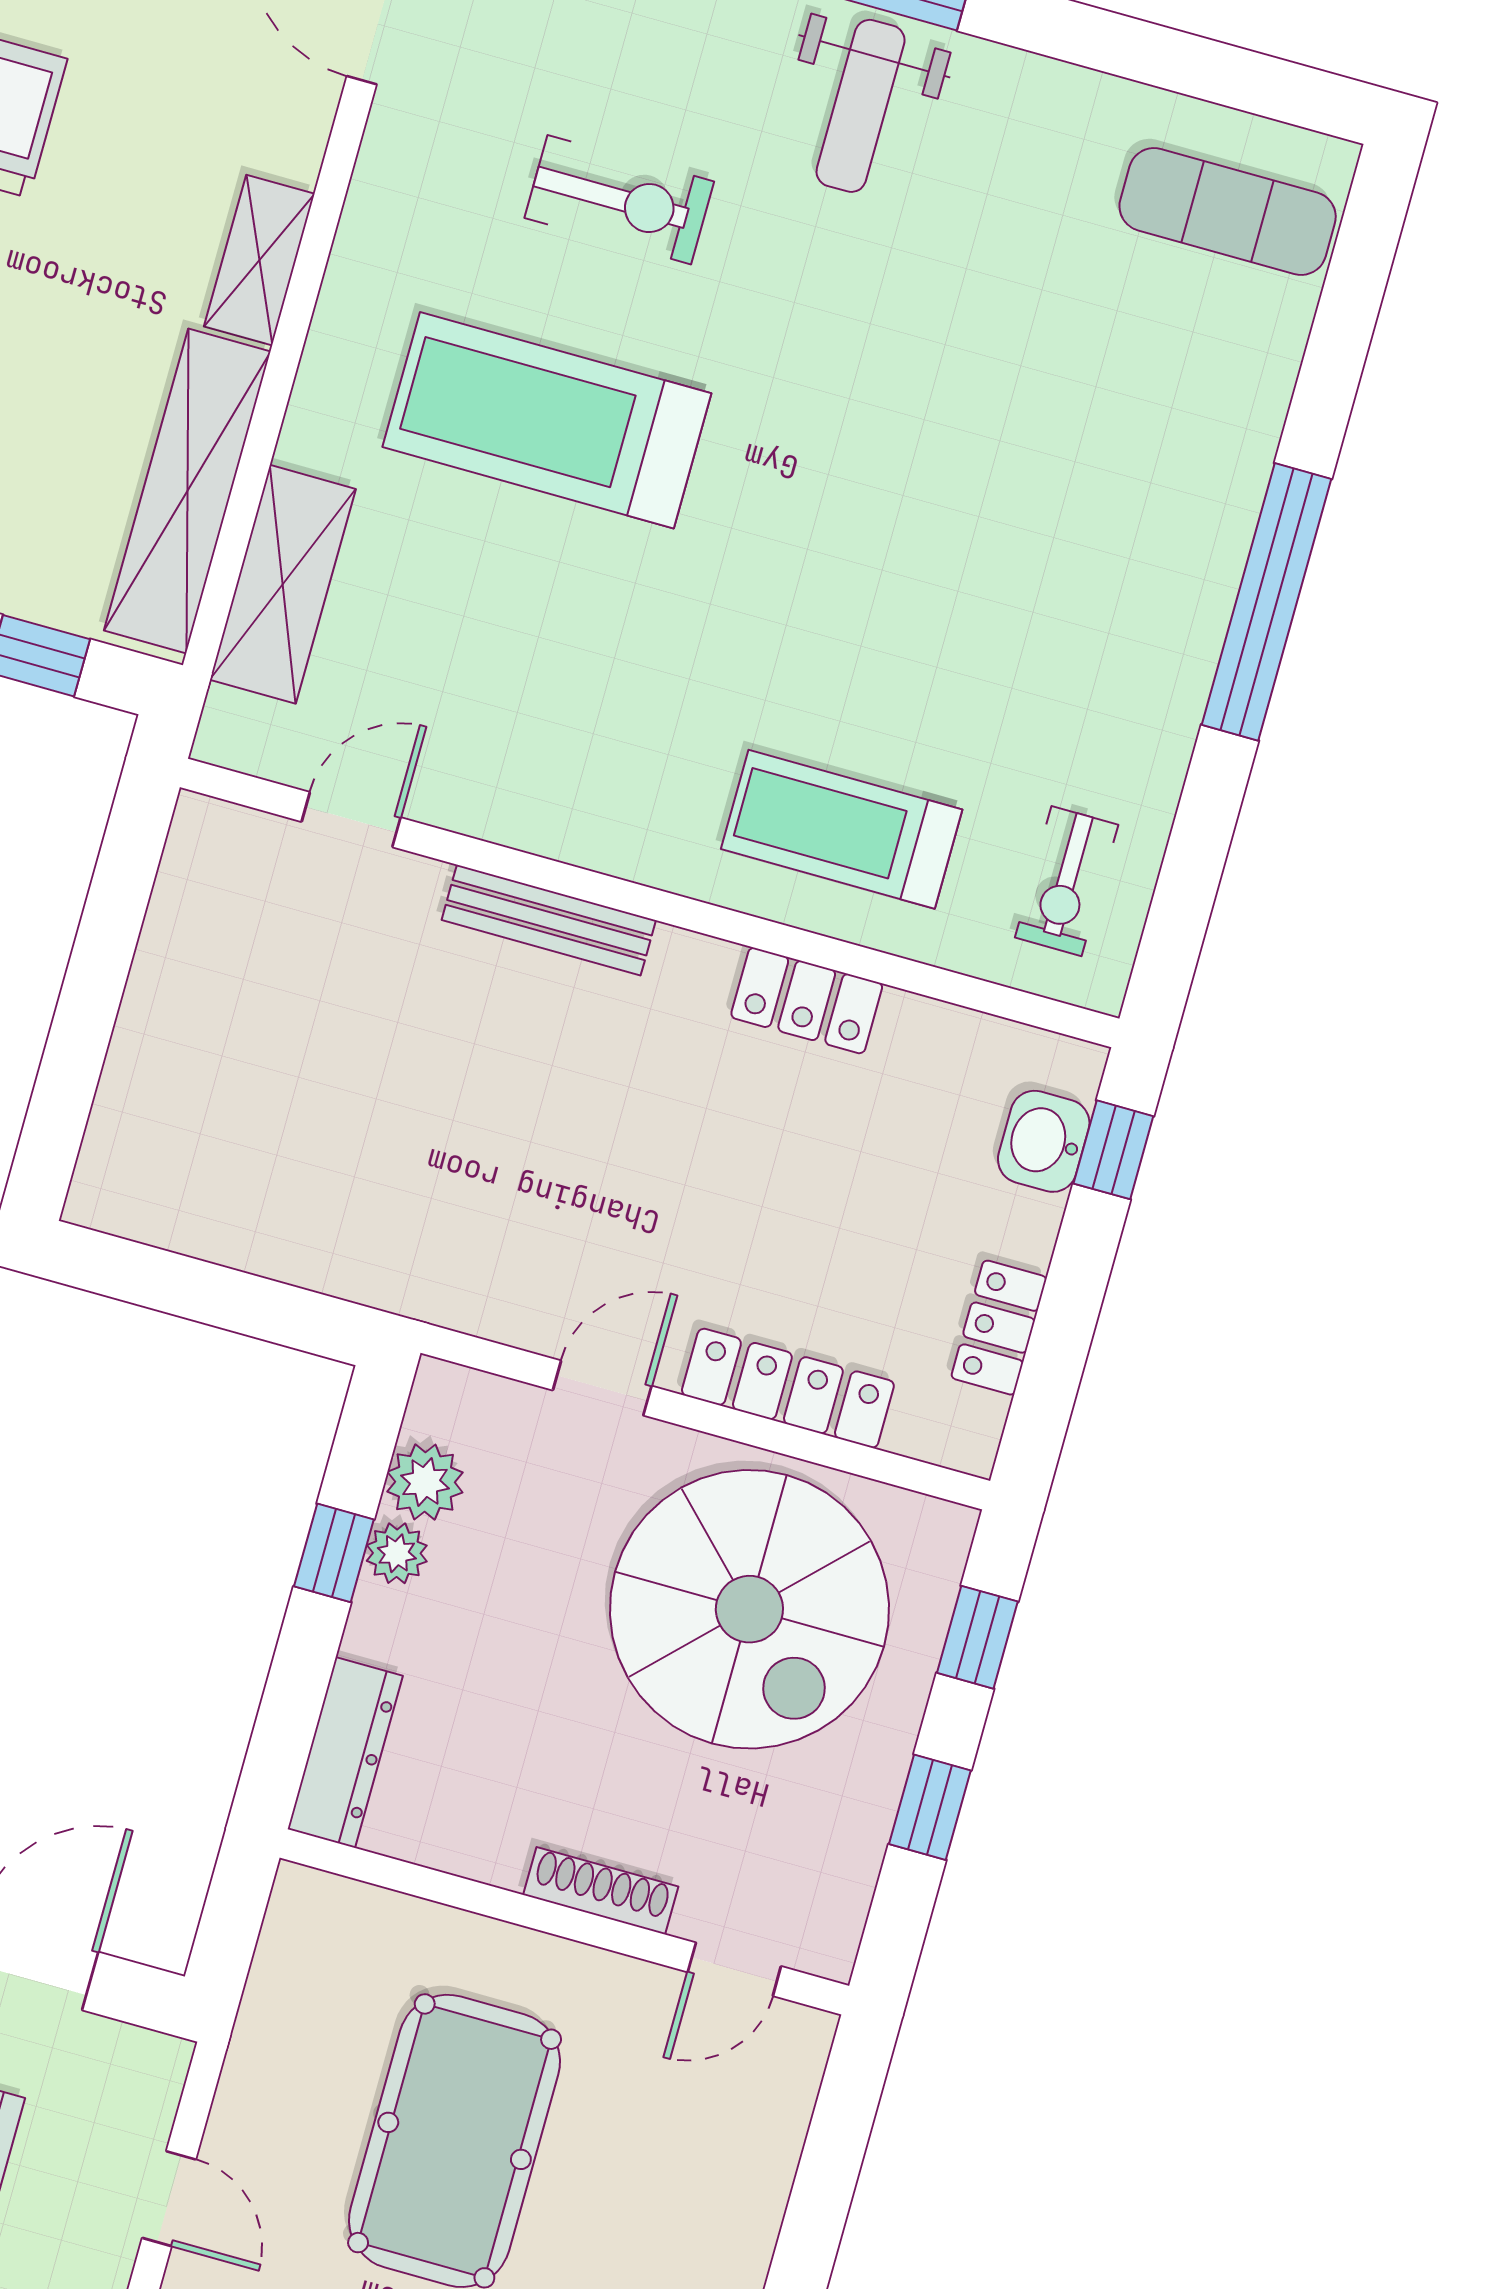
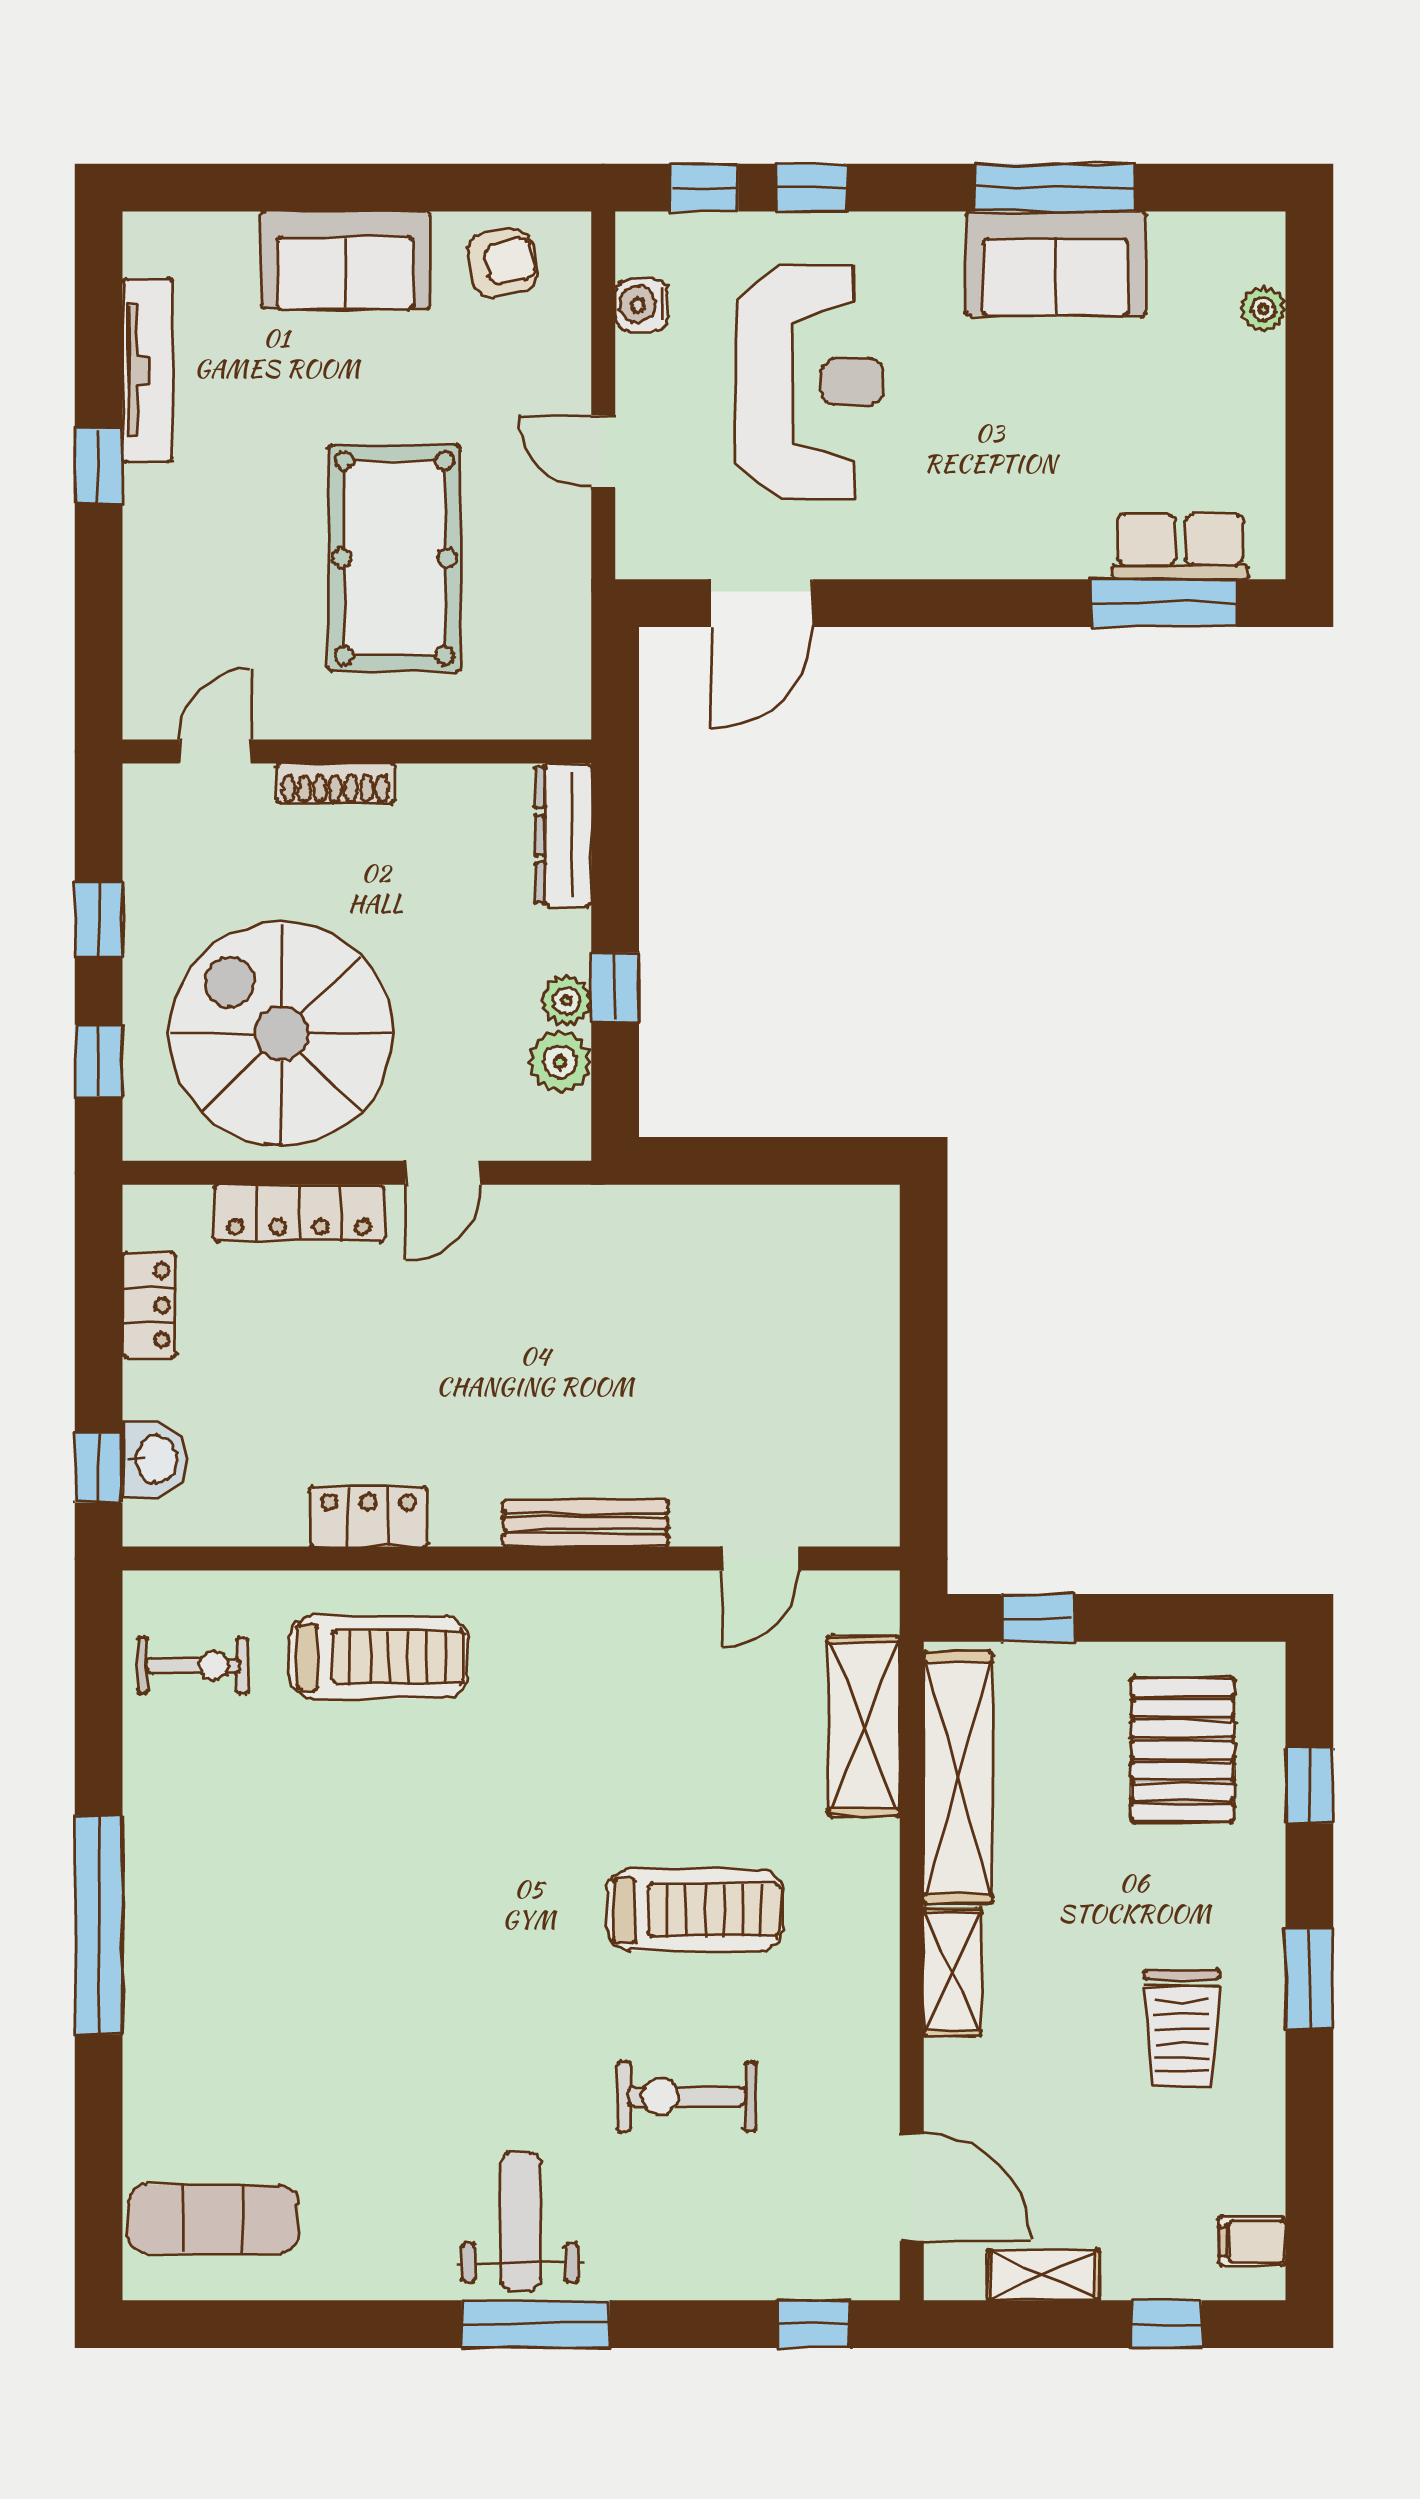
treadmill: (547, 420) -> (695, 1910), width x0.73, depth x0.73
exercise bike: (1067, 881) -> (193, 1666), turned 90

